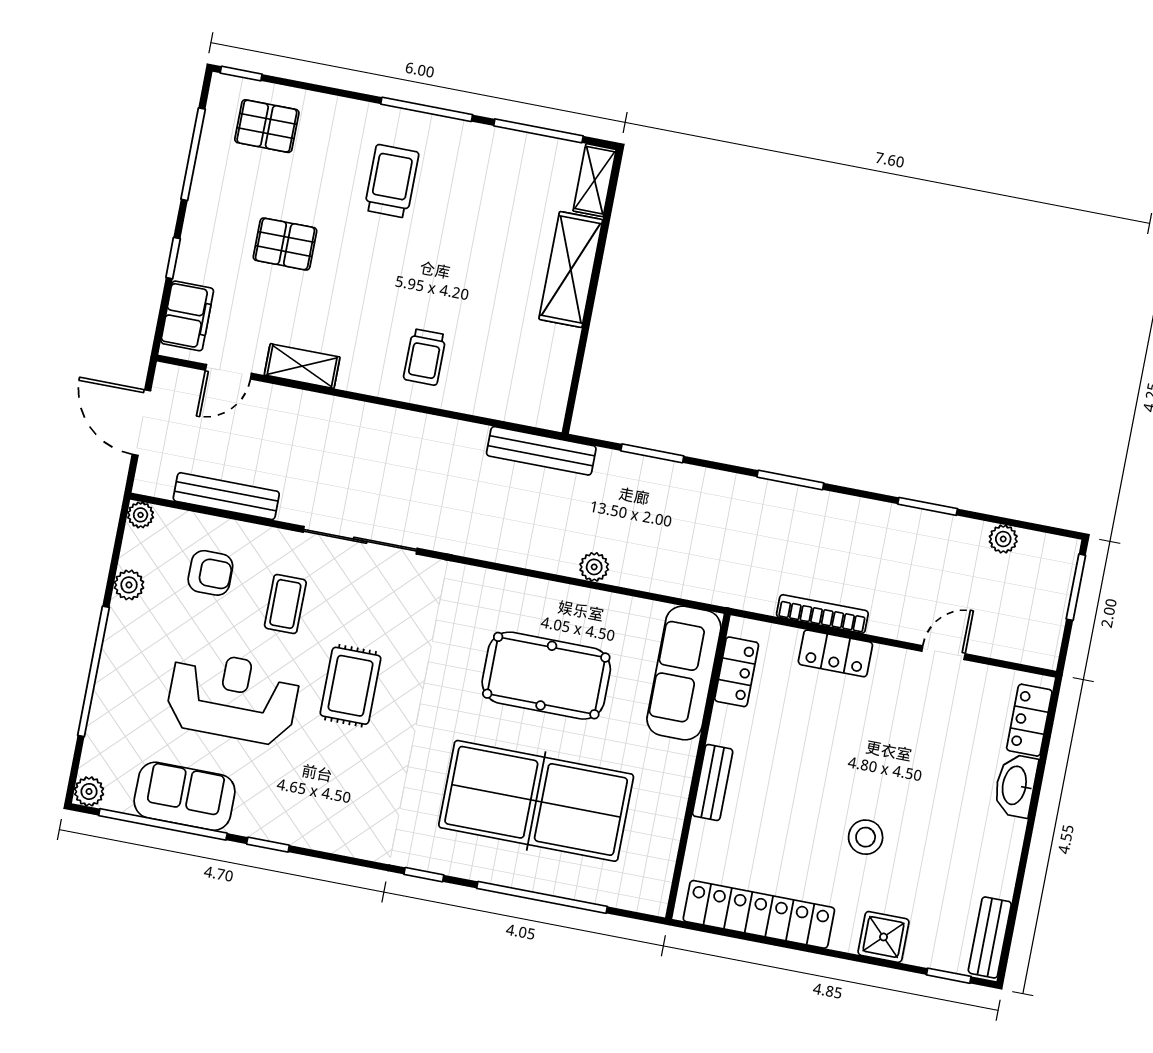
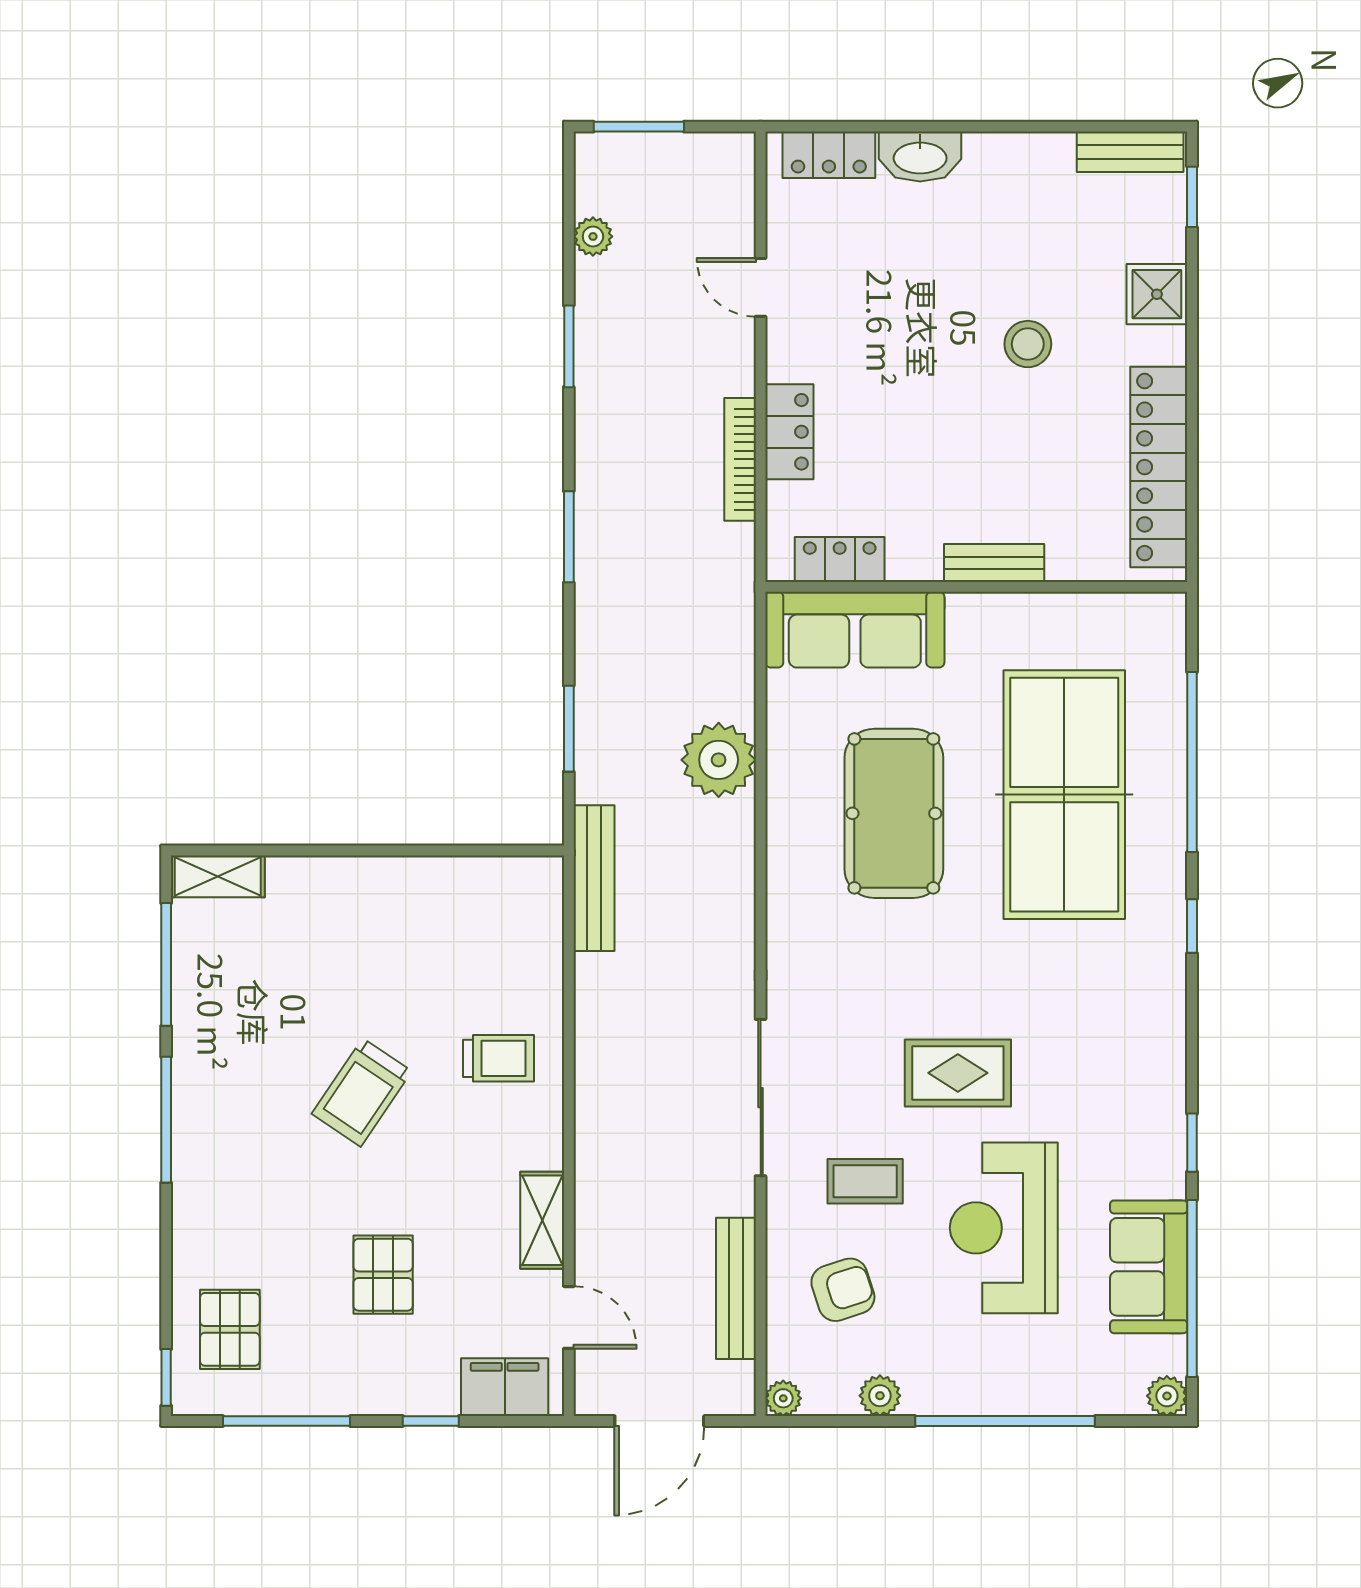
trolley: (392, 181) -> (362, 1092), moved, turned -56
shelving: (571, 269) -> (343, 885), removed
plant: (594, 567) -> (719, 760), width x1.87, depth x1.87
armchair: (210, 573) -> (843, 1290), turned 72

